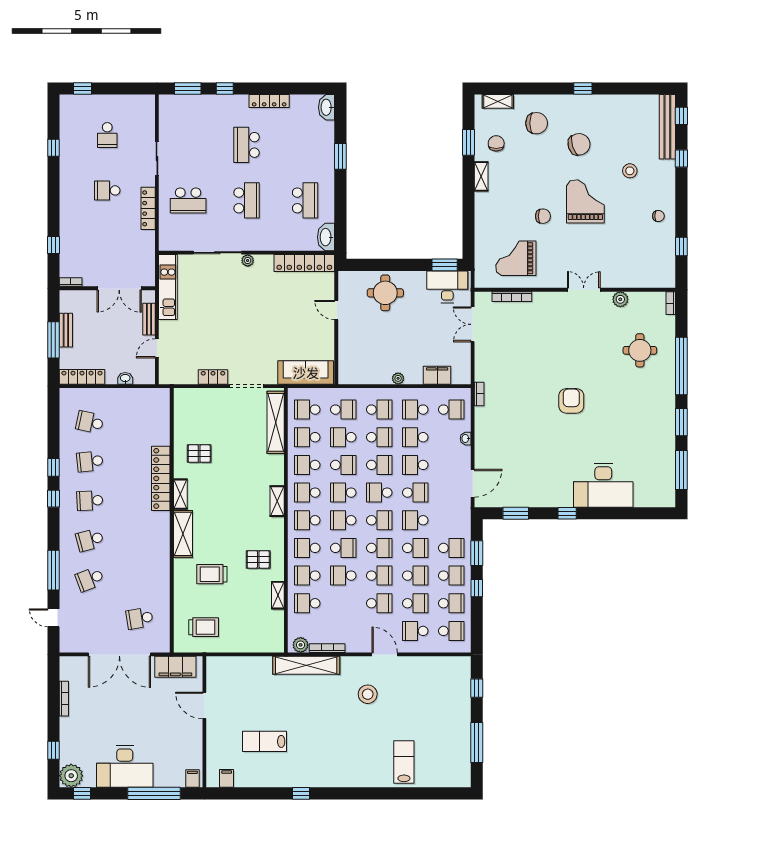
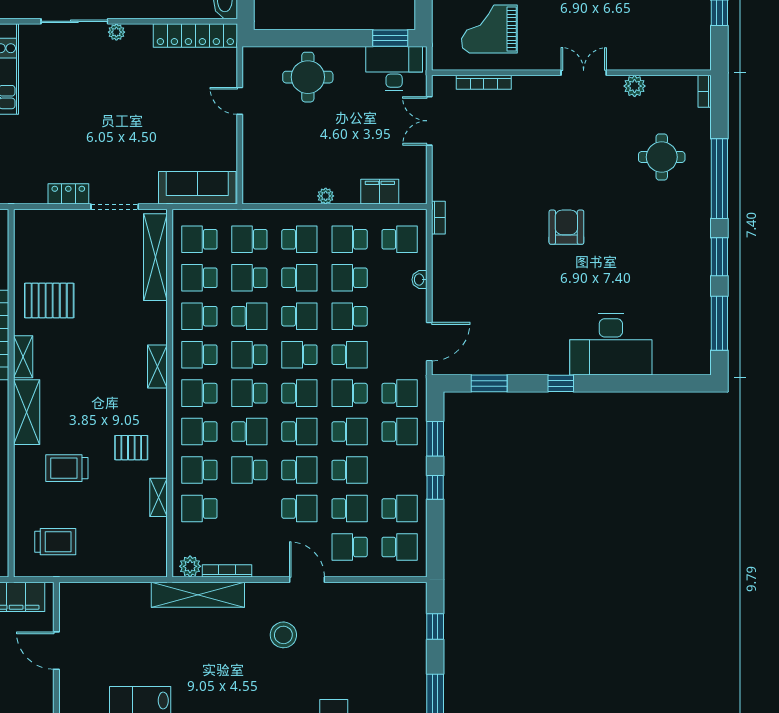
school desk: (343, 410) -> (249, 239), turned 180
pallet: (199, 454) -> (49, 300), width x1.50, depth x1.42
school desk: (451, 576) -> (400, 393), moved

